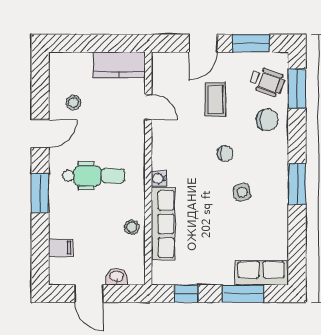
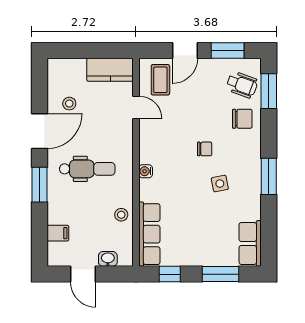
coffee table: (215, 99) -> (160, 80), moved
door: (40, 134) -> (40, 131), width x1.38
row of seats: (163, 224) -> (149, 234), moved
row of seats: (261, 273) -> (250, 243), moved, turned -90

